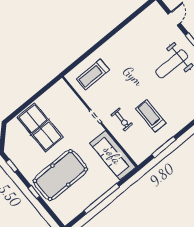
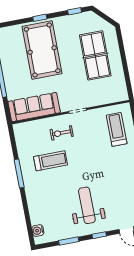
table tennis table: (40, 127) -> (95, 55), turned 90
window: (164, 147) -> (19, 173), moved

